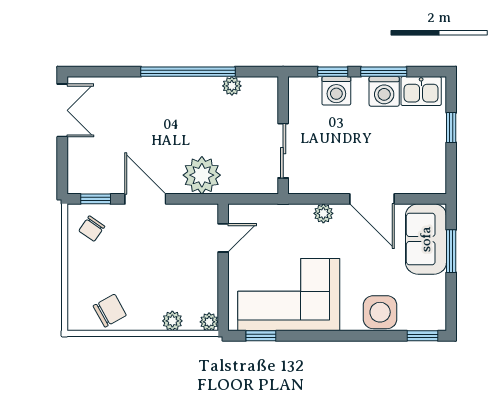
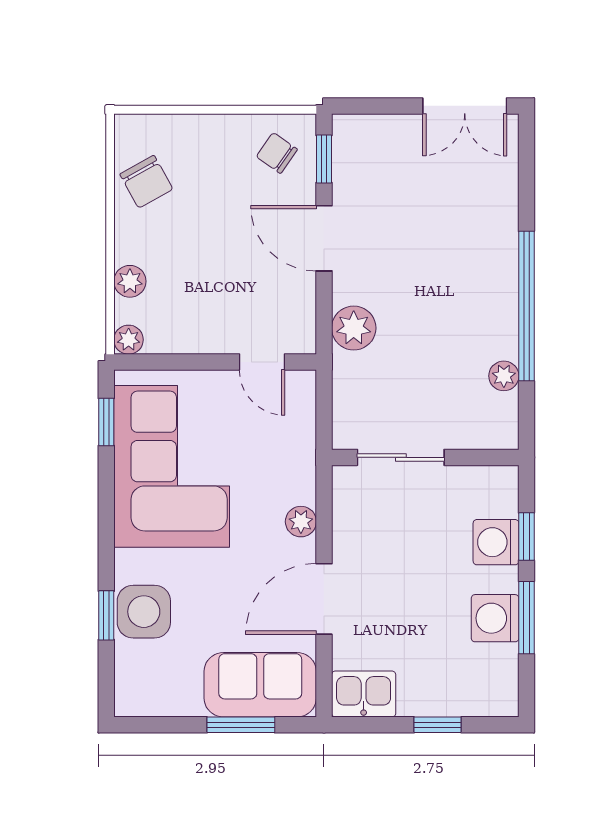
kitchen sink: (421, 91) -> (364, 694), moved, turned 90
plant: (202, 175) -> (354, 328), width x0.73, depth x0.73
door: (145, 199) -> (324, 238), swing flipped
window: (422, 336) -> (106, 615), moved

